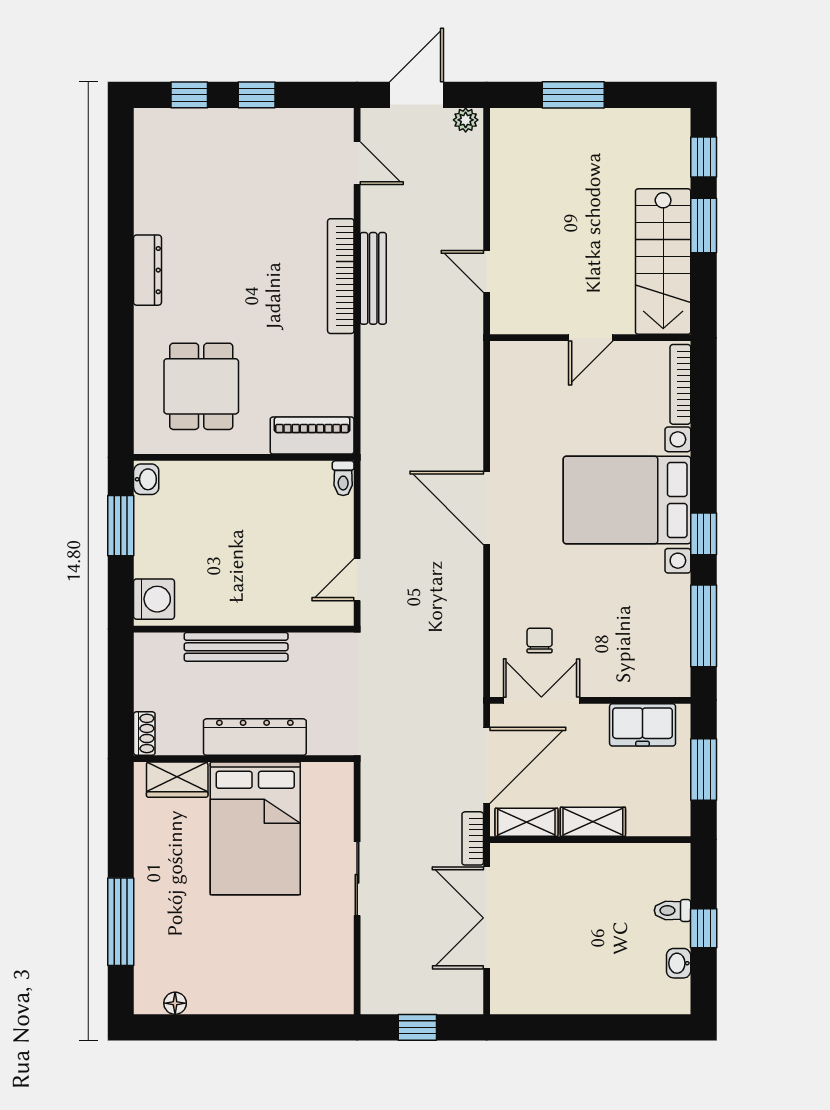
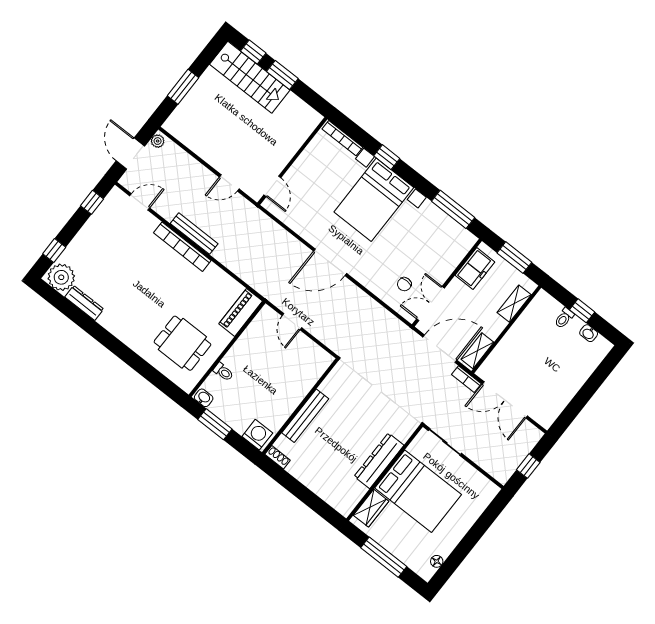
window: (257, 95) -> (92, 202), moved
plant: (158, 136) -> (61, 277), added
stairs: (663, 262) -> (250, 77), moved
dresser: (147, 270) -> (84, 303), moved
door: (591, 338) -> (272, 186), moved
toilet: (343, 478) -> (223, 372), moved
window: (704, 534) -> (387, 157), moved
door: (357, 580) -> (292, 322), moved
chair: (540, 640) -> (404, 284), turned -90
shoe rack: (144, 733) -> (278, 457), moved
dresser: (255, 737) -> (379, 461), moved
wall: (244, 759) -> (384, 473), moved
door: (487, 765) -> (440, 349), hinge flipped
wardrobe: (177, 780) -> (371, 508), moved
shelving: (593, 822) -> (514, 304), moved
bed: (255, 828) -> (418, 491), moved

